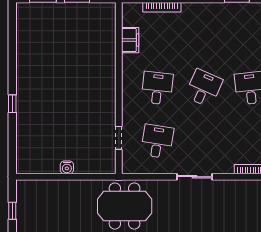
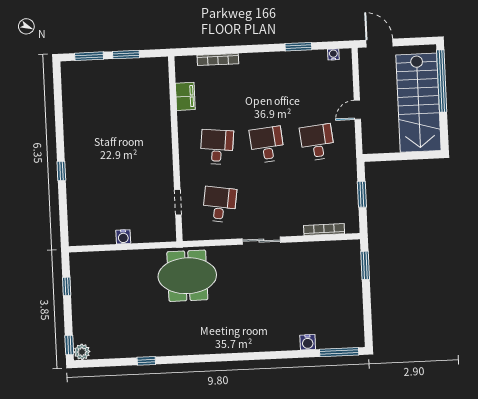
desk: (204, 88) -> (267, 145), turned -30

